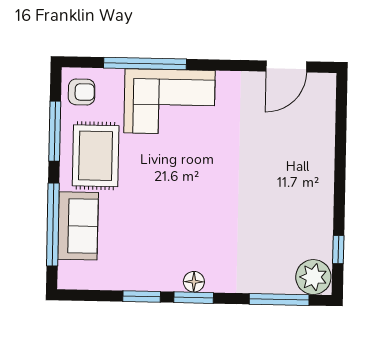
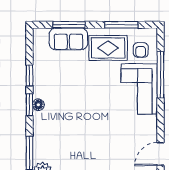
door: (286, 66) -> (160, 154), hinge flipped
armchair: (82, 92) -> (141, 50), moved
window: (53, 225) -> (69, 25), width x0.68

